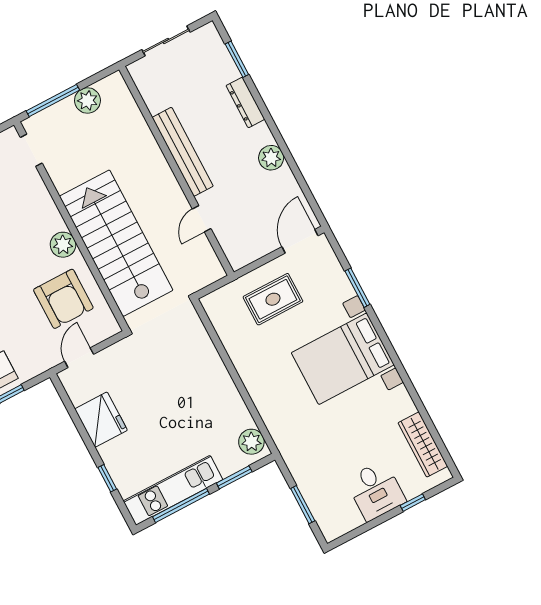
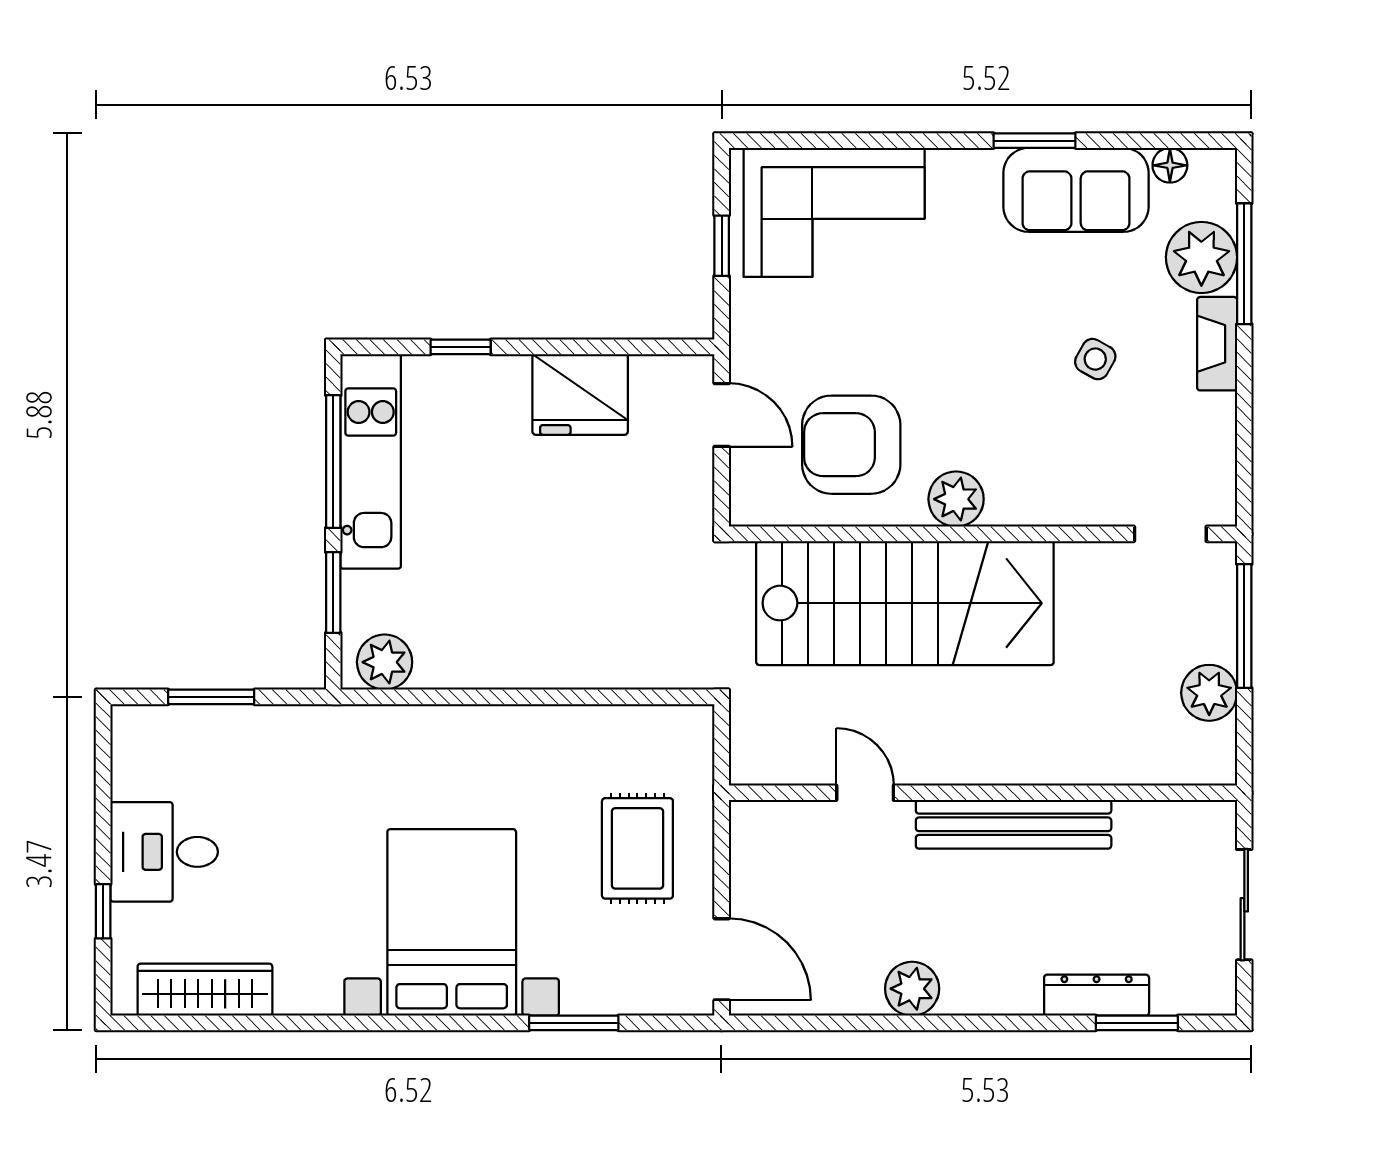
dresser: (245, 102) -> (1097, 995), moved

